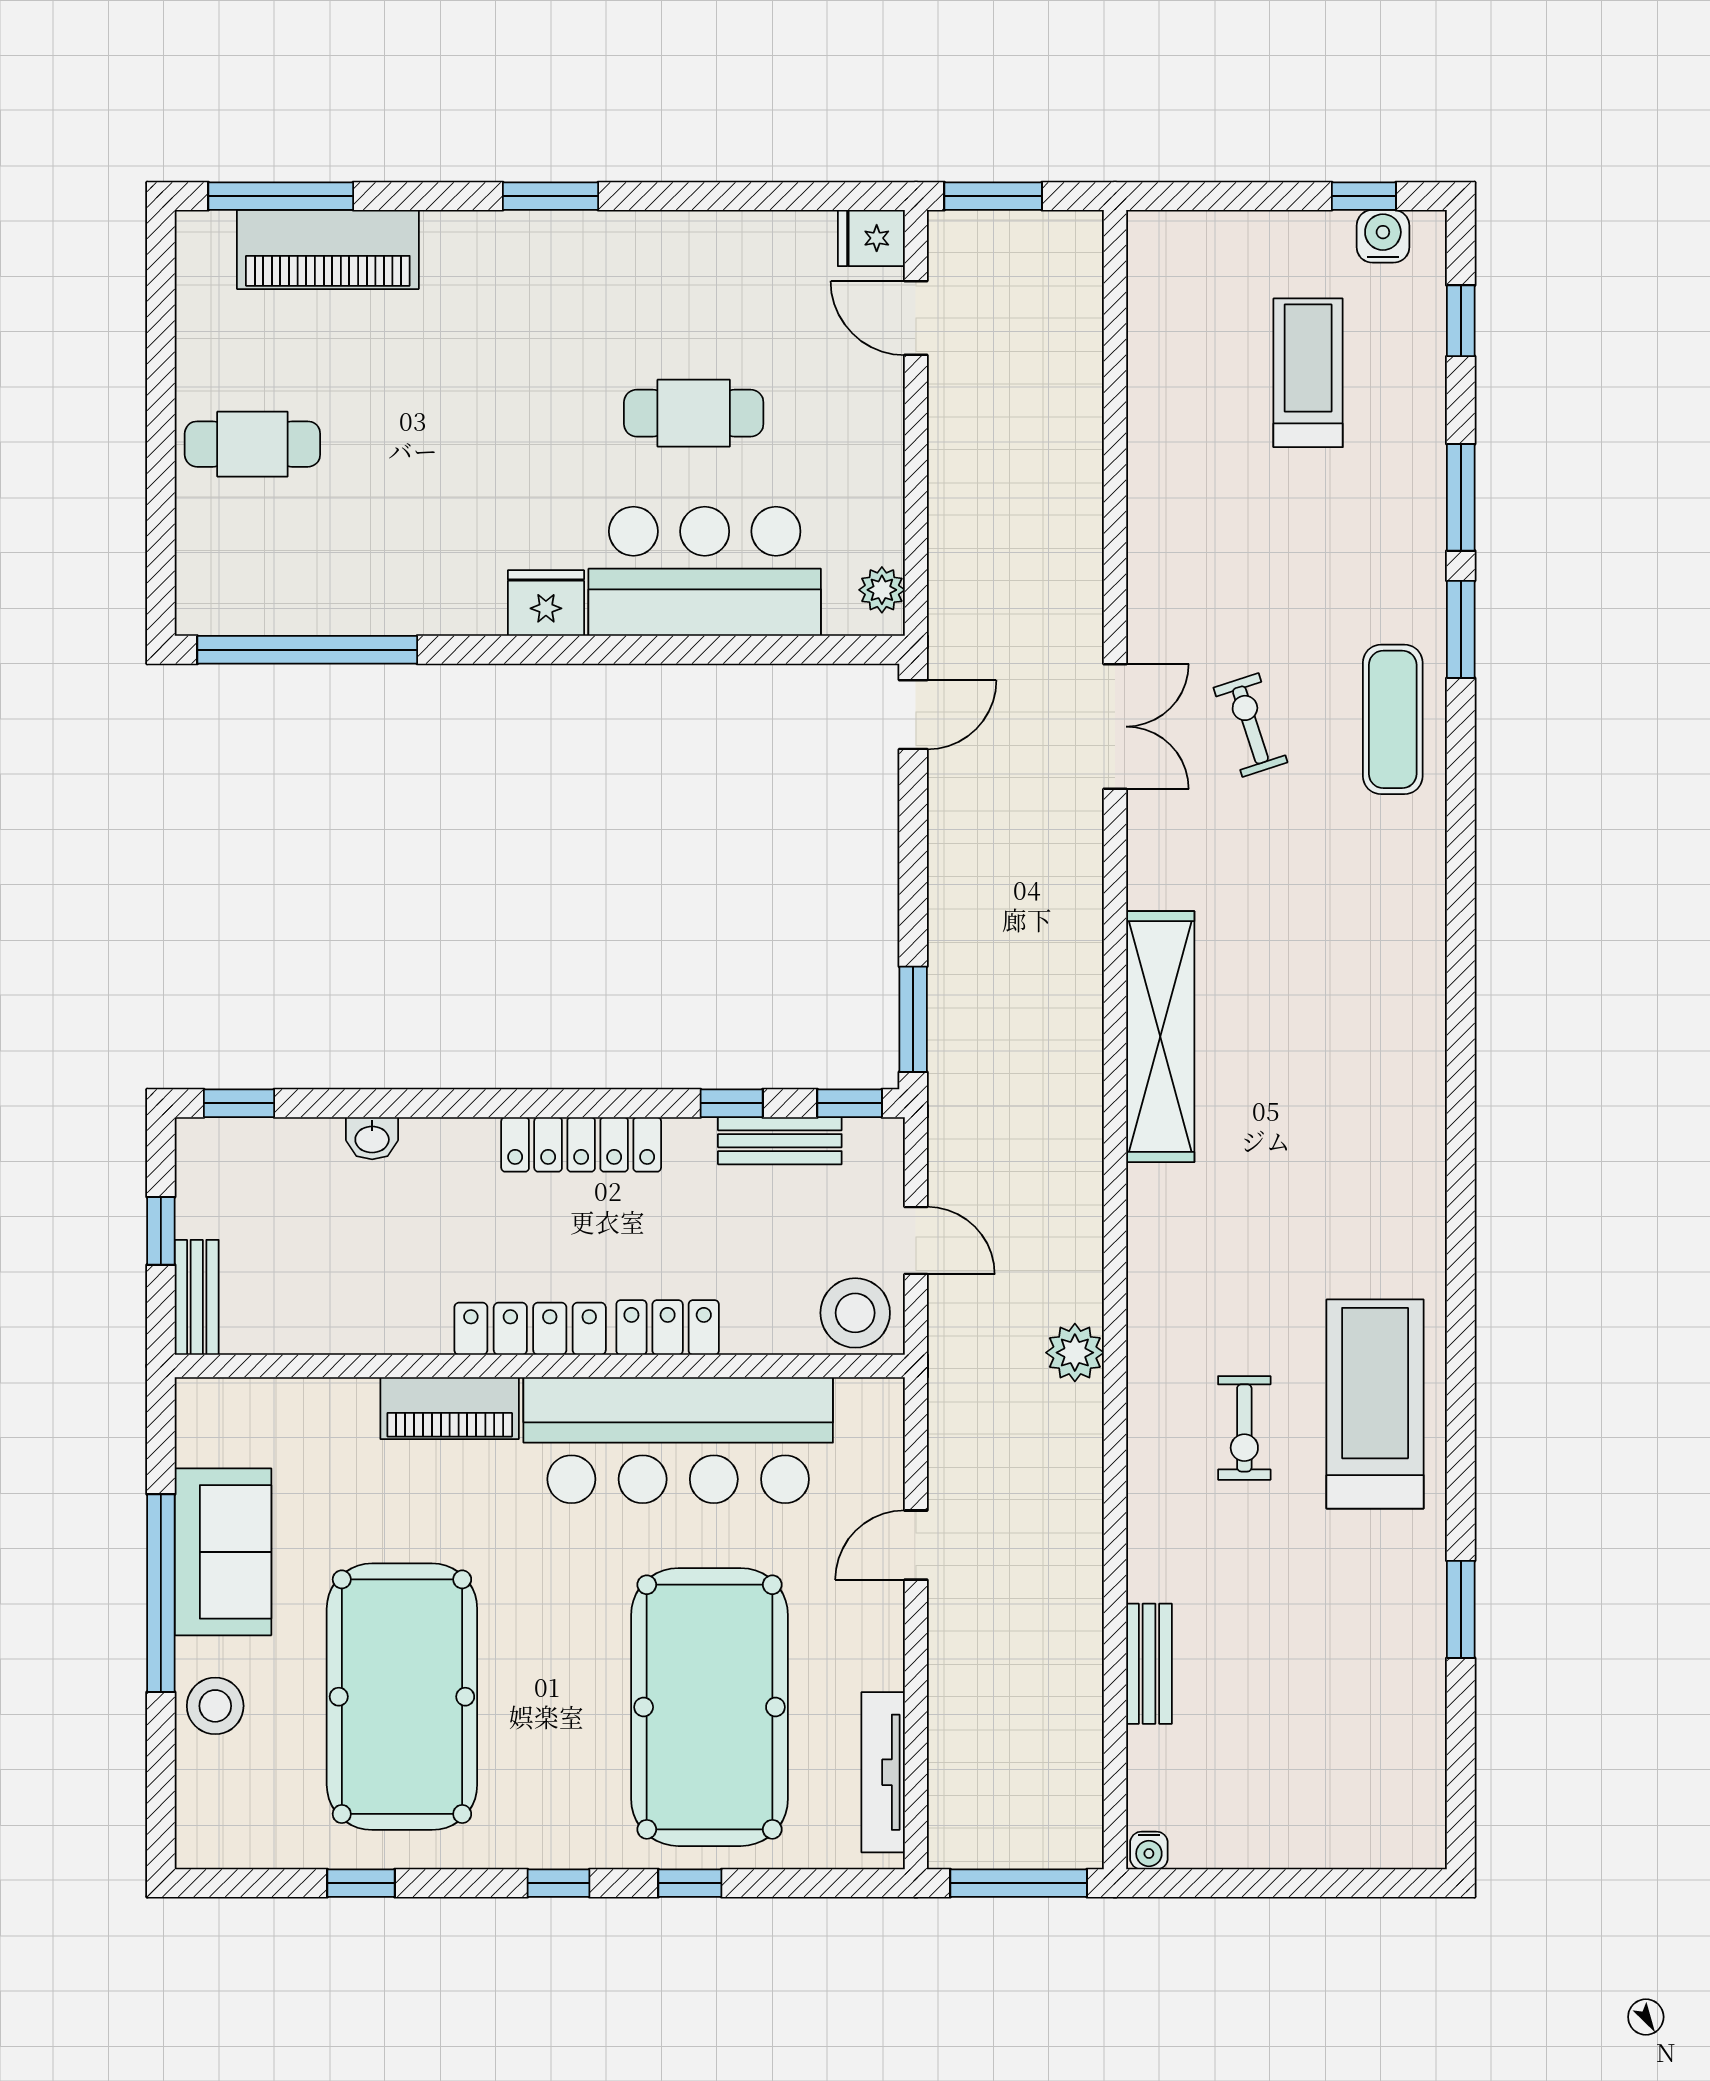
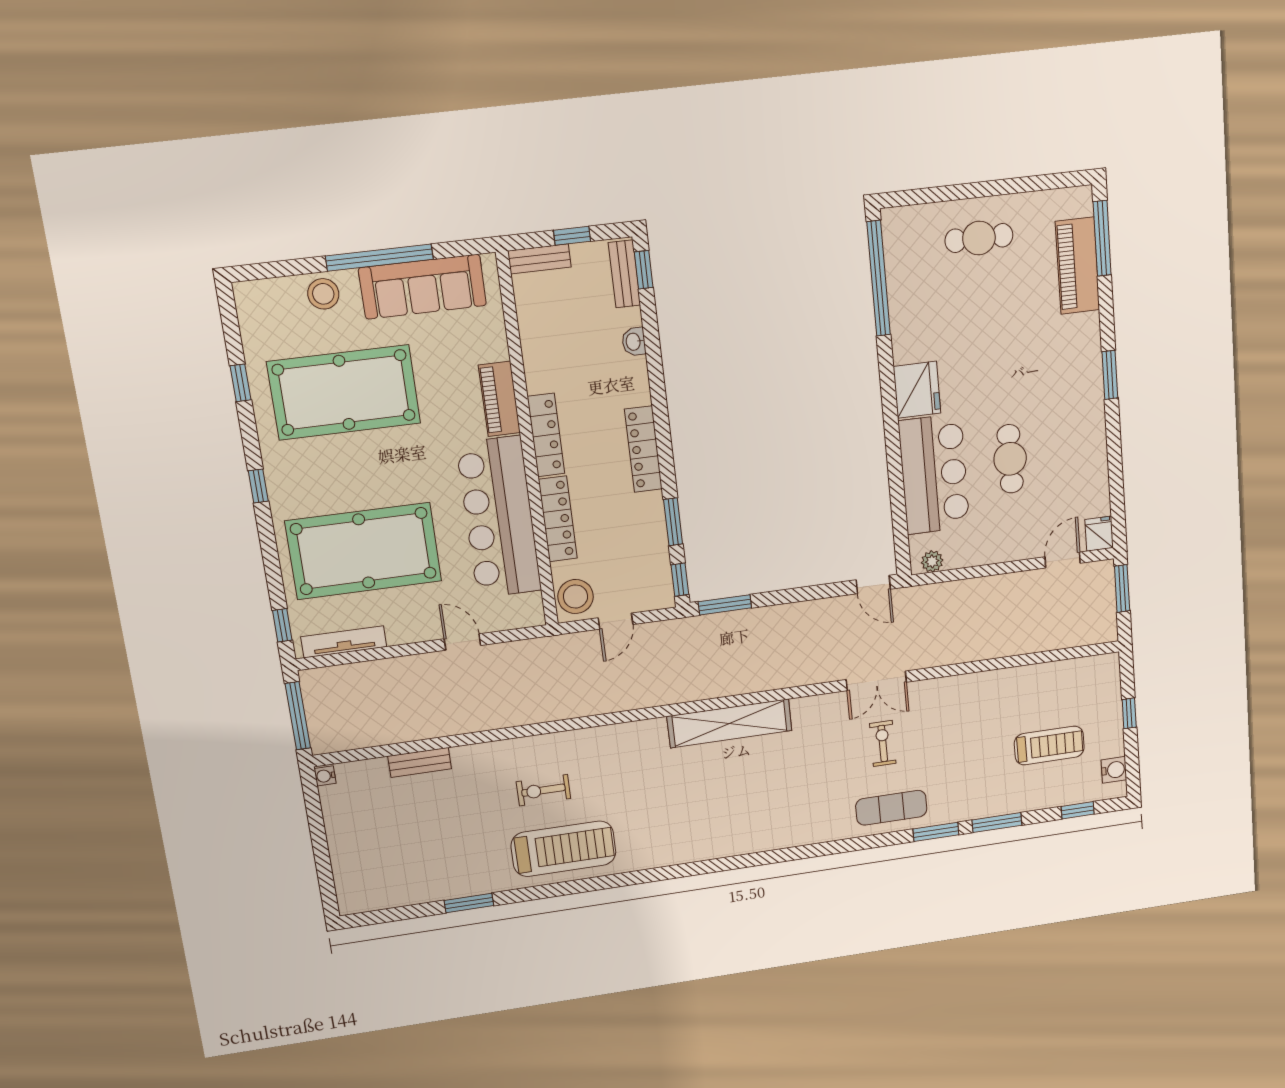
window: (1364, 196) -> (1129, 713), moved
cafe table: (252, 444) -> (979, 238), turned 90
fridge: (546, 603) -> (917, 390), width x1.36, depth x1.34
exercise bike: (1250, 725) -> (883, 743), turned -72
window: (732, 1103) -> (673, 522), width x1.50
bench: (780, 1141) -> (624, 274), moved
locker: (668, 1328) -> (558, 519), width x1.53
plant: (1075, 1353) -> (570, 705), removed
sofa: (223, 1552) -> (423, 287), width x1.36
window: (690, 1883) -> (282, 625), moved

